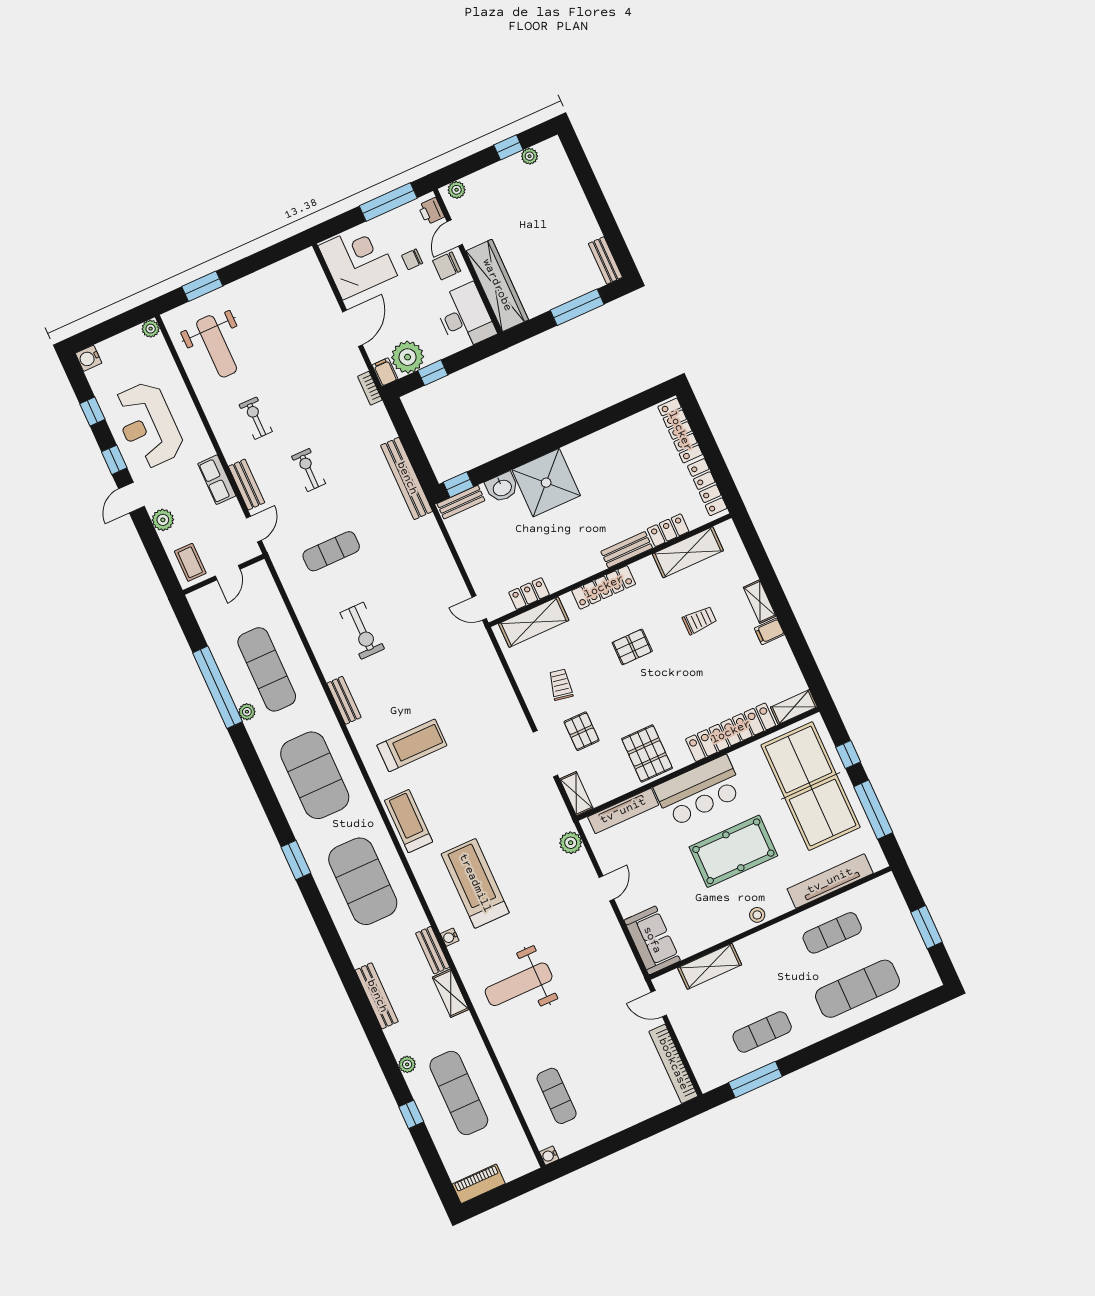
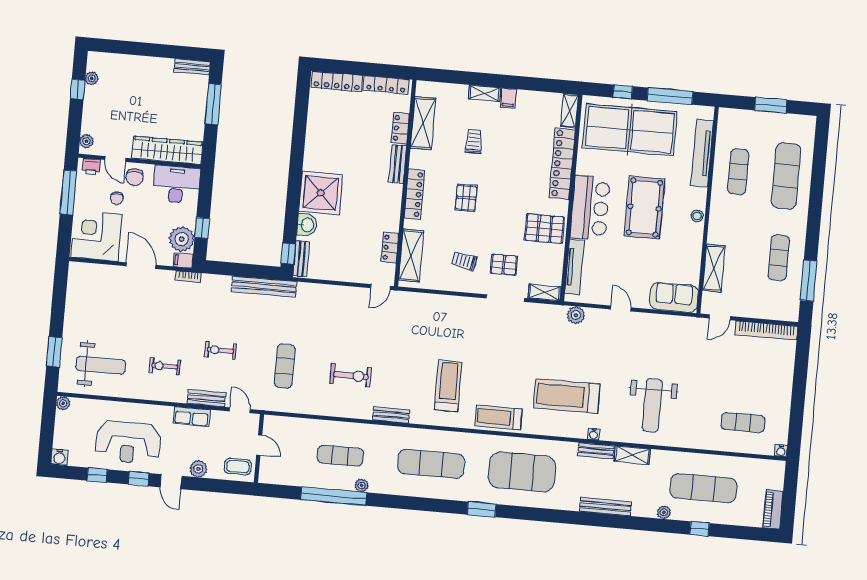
exercise mat: (267, 669) -> (340, 456), width x0.73, depth x0.69
exercise mat: (315, 775) -> (431, 464), width x0.68

